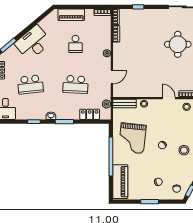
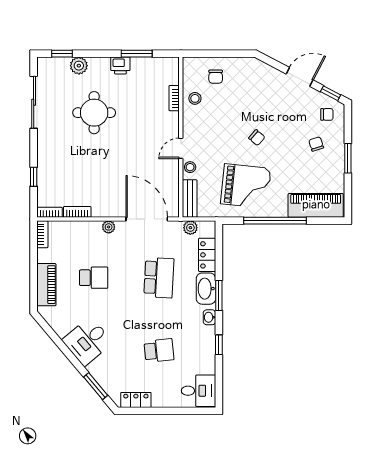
desk: (33, 43) -> (87, 341), width x0.73
door: (112, 77) -> (147, 219), width x1.88
school desk: (30, 84) -> (159, 351), width x0.54
door: (169, 98) -> (181, 148), moved
washbasin: (69, 114) -> (206, 289), added
stool: (184, 150) -> (265, 103), removed

